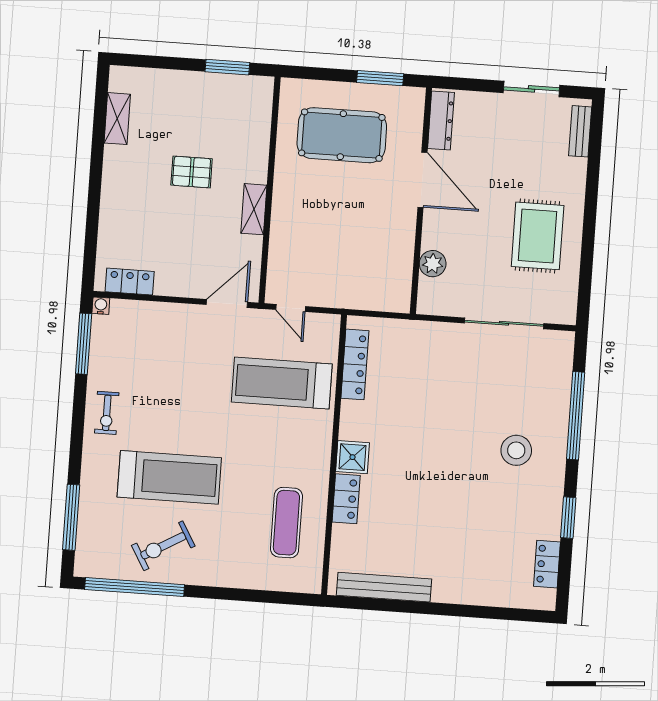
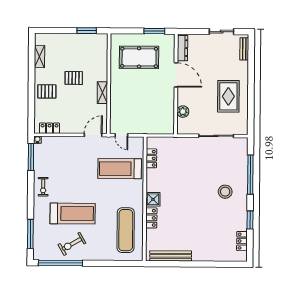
pallet: (129, 198) -> (47, 91), added
locker: (355, 364) -> (151, 158), width x0.66
exercise mat: (286, 523) -> (126, 230), width x1.36, depth x1.45

